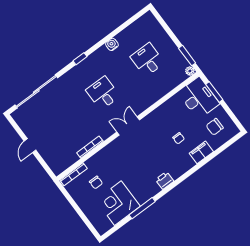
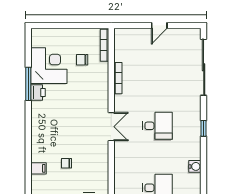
door: (30, 146) -> (159, 25), swing flipped
filing cabinet: (201, 152) -> (39, 168), width x0.50
printer: (165, 180) -> (38, 93), moved

